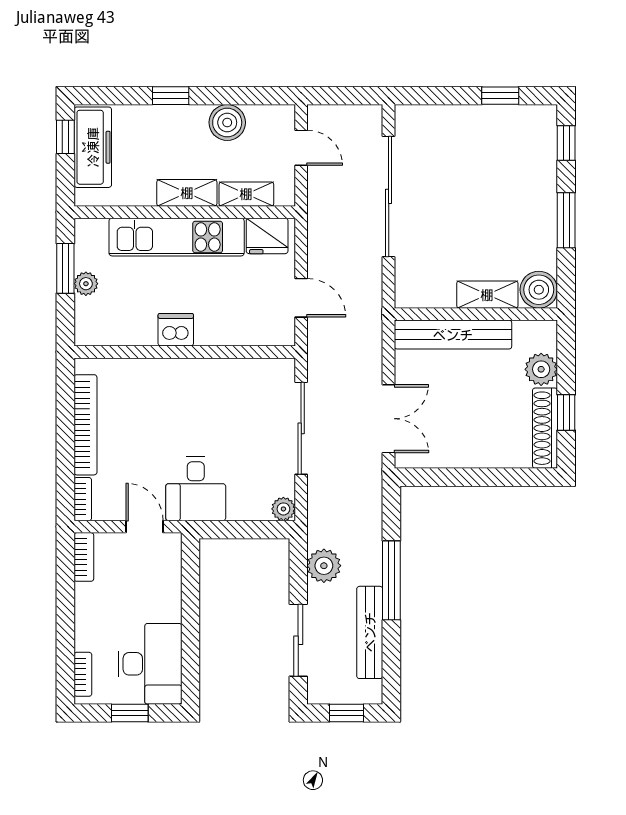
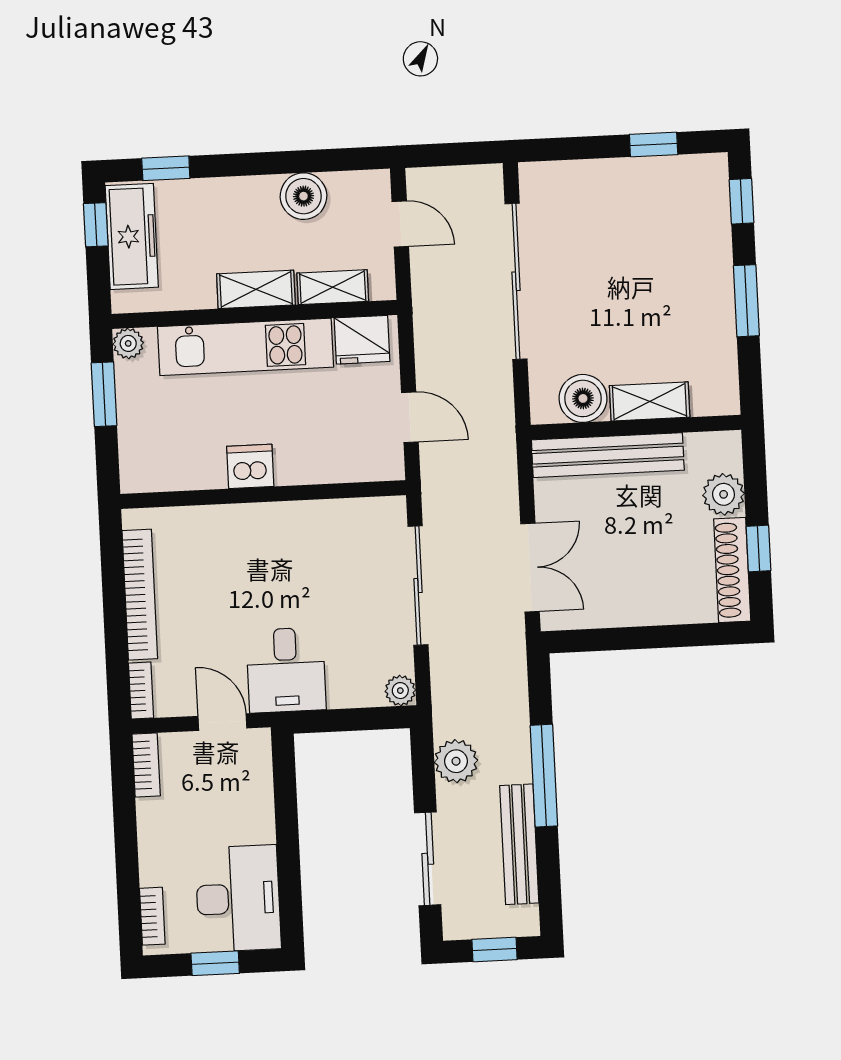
window: (171, 96) -> (166, 168), moved
plant: (86, 284) -> (128, 343), moved
boiler: (539, 290) -> (583, 398), moved

